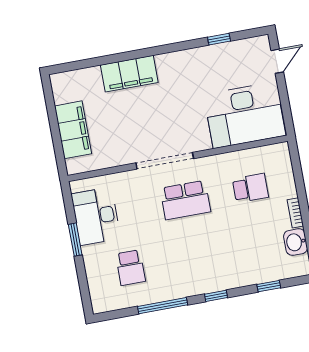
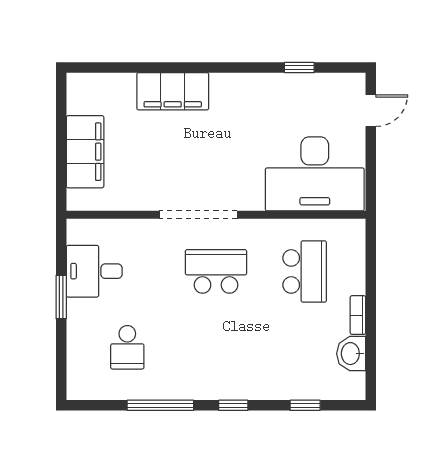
school desk: (250, 188) -> (305, 271), width x1.85
school desk: (185, 200) -> (216, 271), turned 180
desk: (96, 216) -> (94, 271), width x0.73

